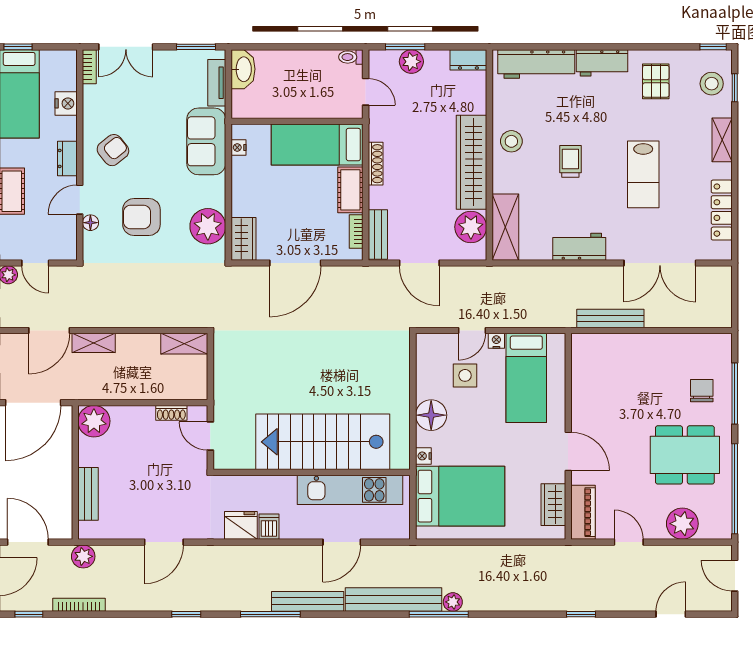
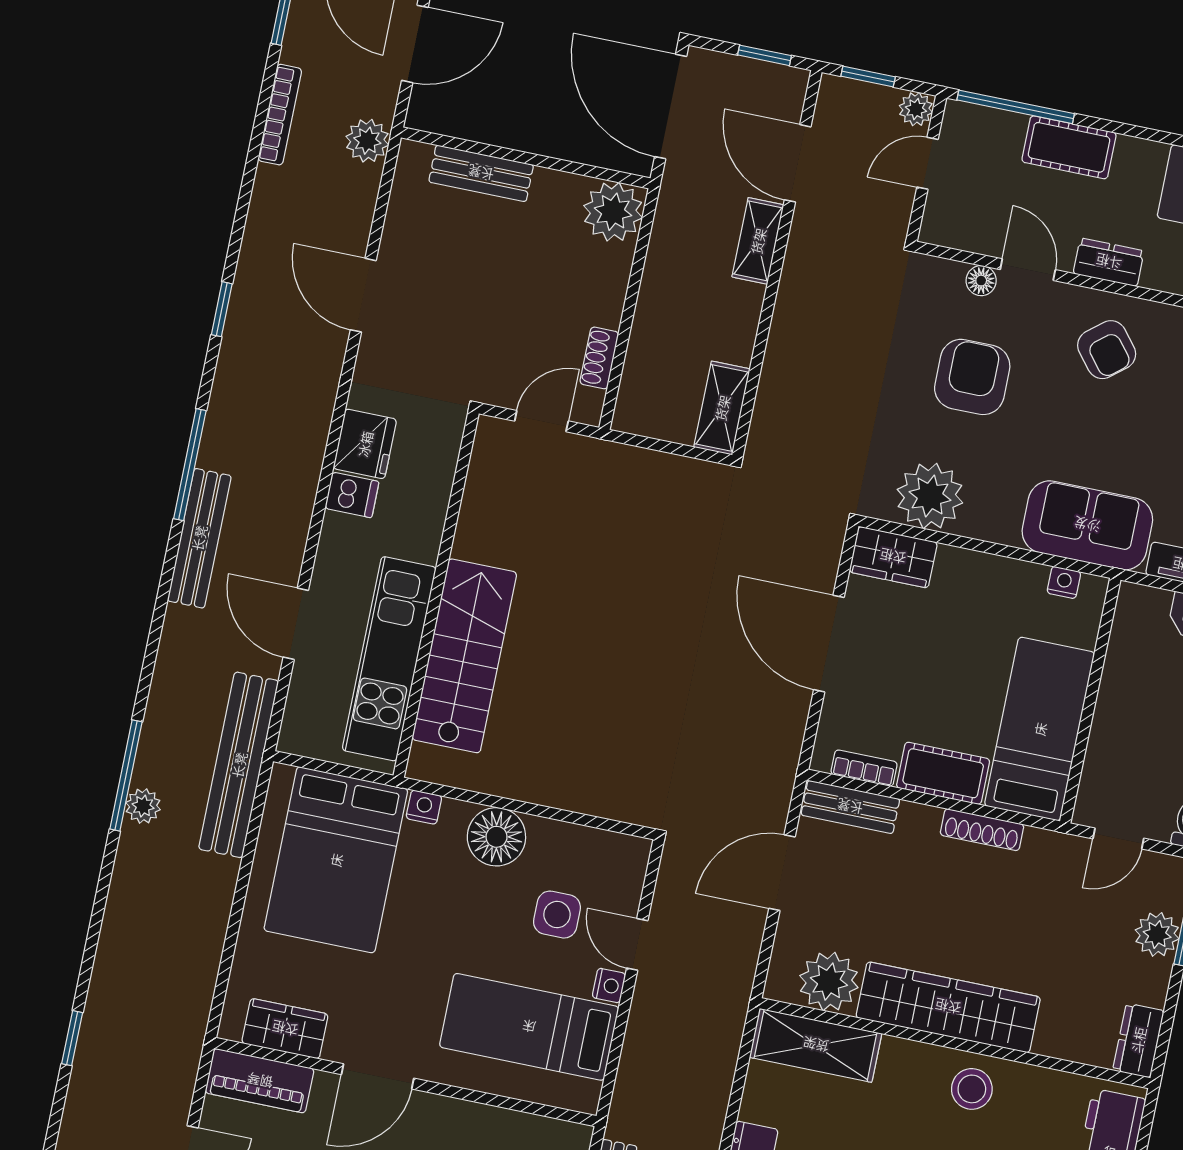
stairs: (323, 442) -> (464, 656), width x0.73, depth x0.66
bench: (393, 599) -> (239, 765), moved

